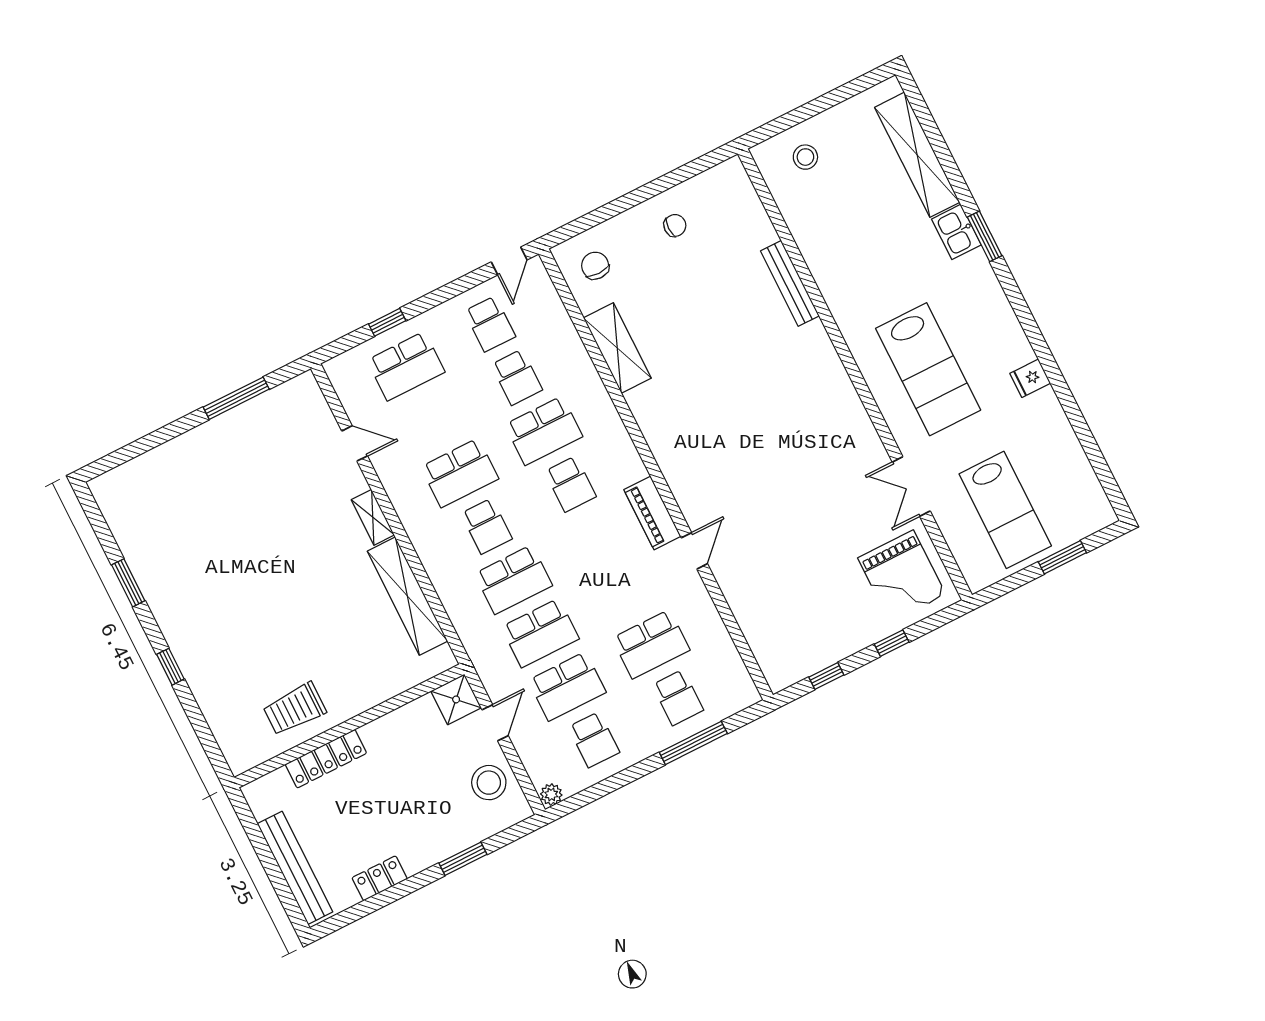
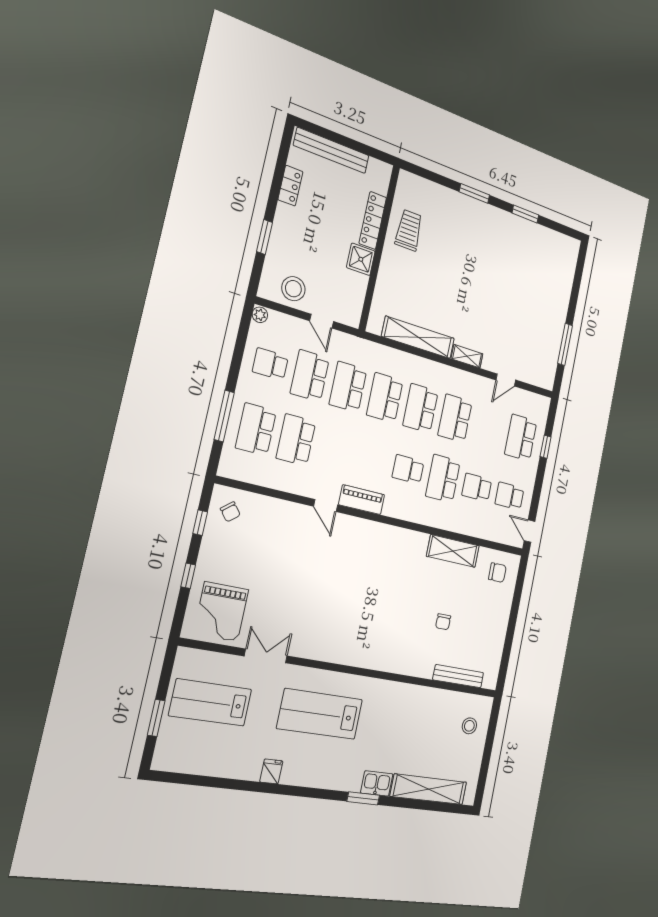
chair: (675, 225) -> (443, 622), moved
bench: (790, 283) -> (458, 676), moved
school desk: (487, 526) -> (421, 408), width x1.85
grand piano: (902, 576) -> (221, 612), turned -90
chair: (789, 653) -> (230, 512), added
window: (170, 667) -> (474, 193), width x1.50
school desk: (678, 697) -> (256, 429), width x1.85
shower: (456, 699) -> (361, 259), moved

